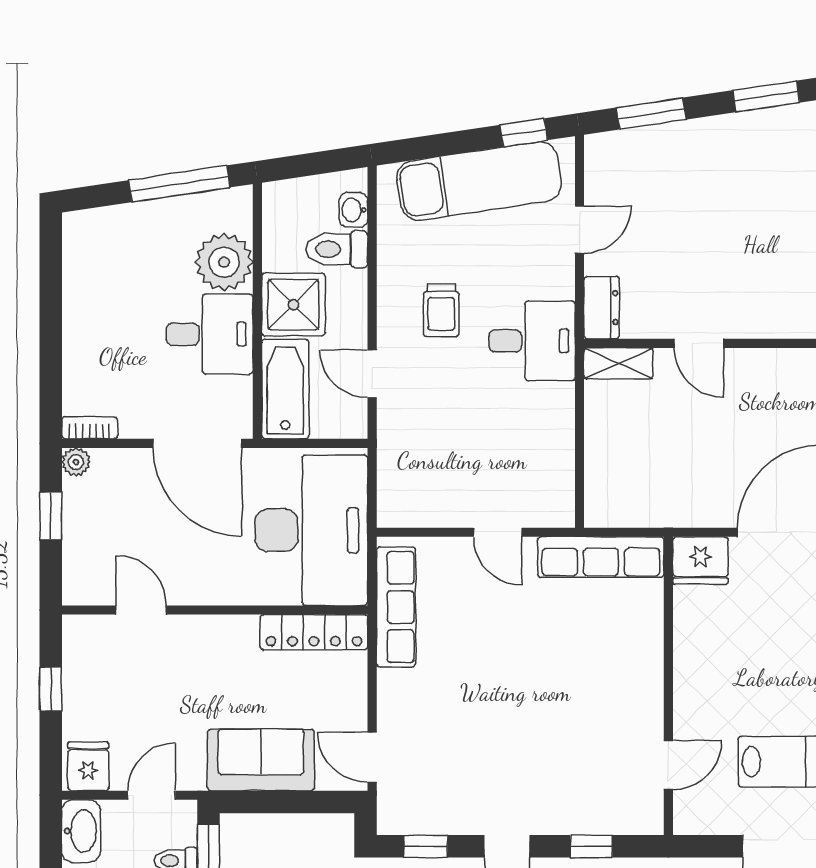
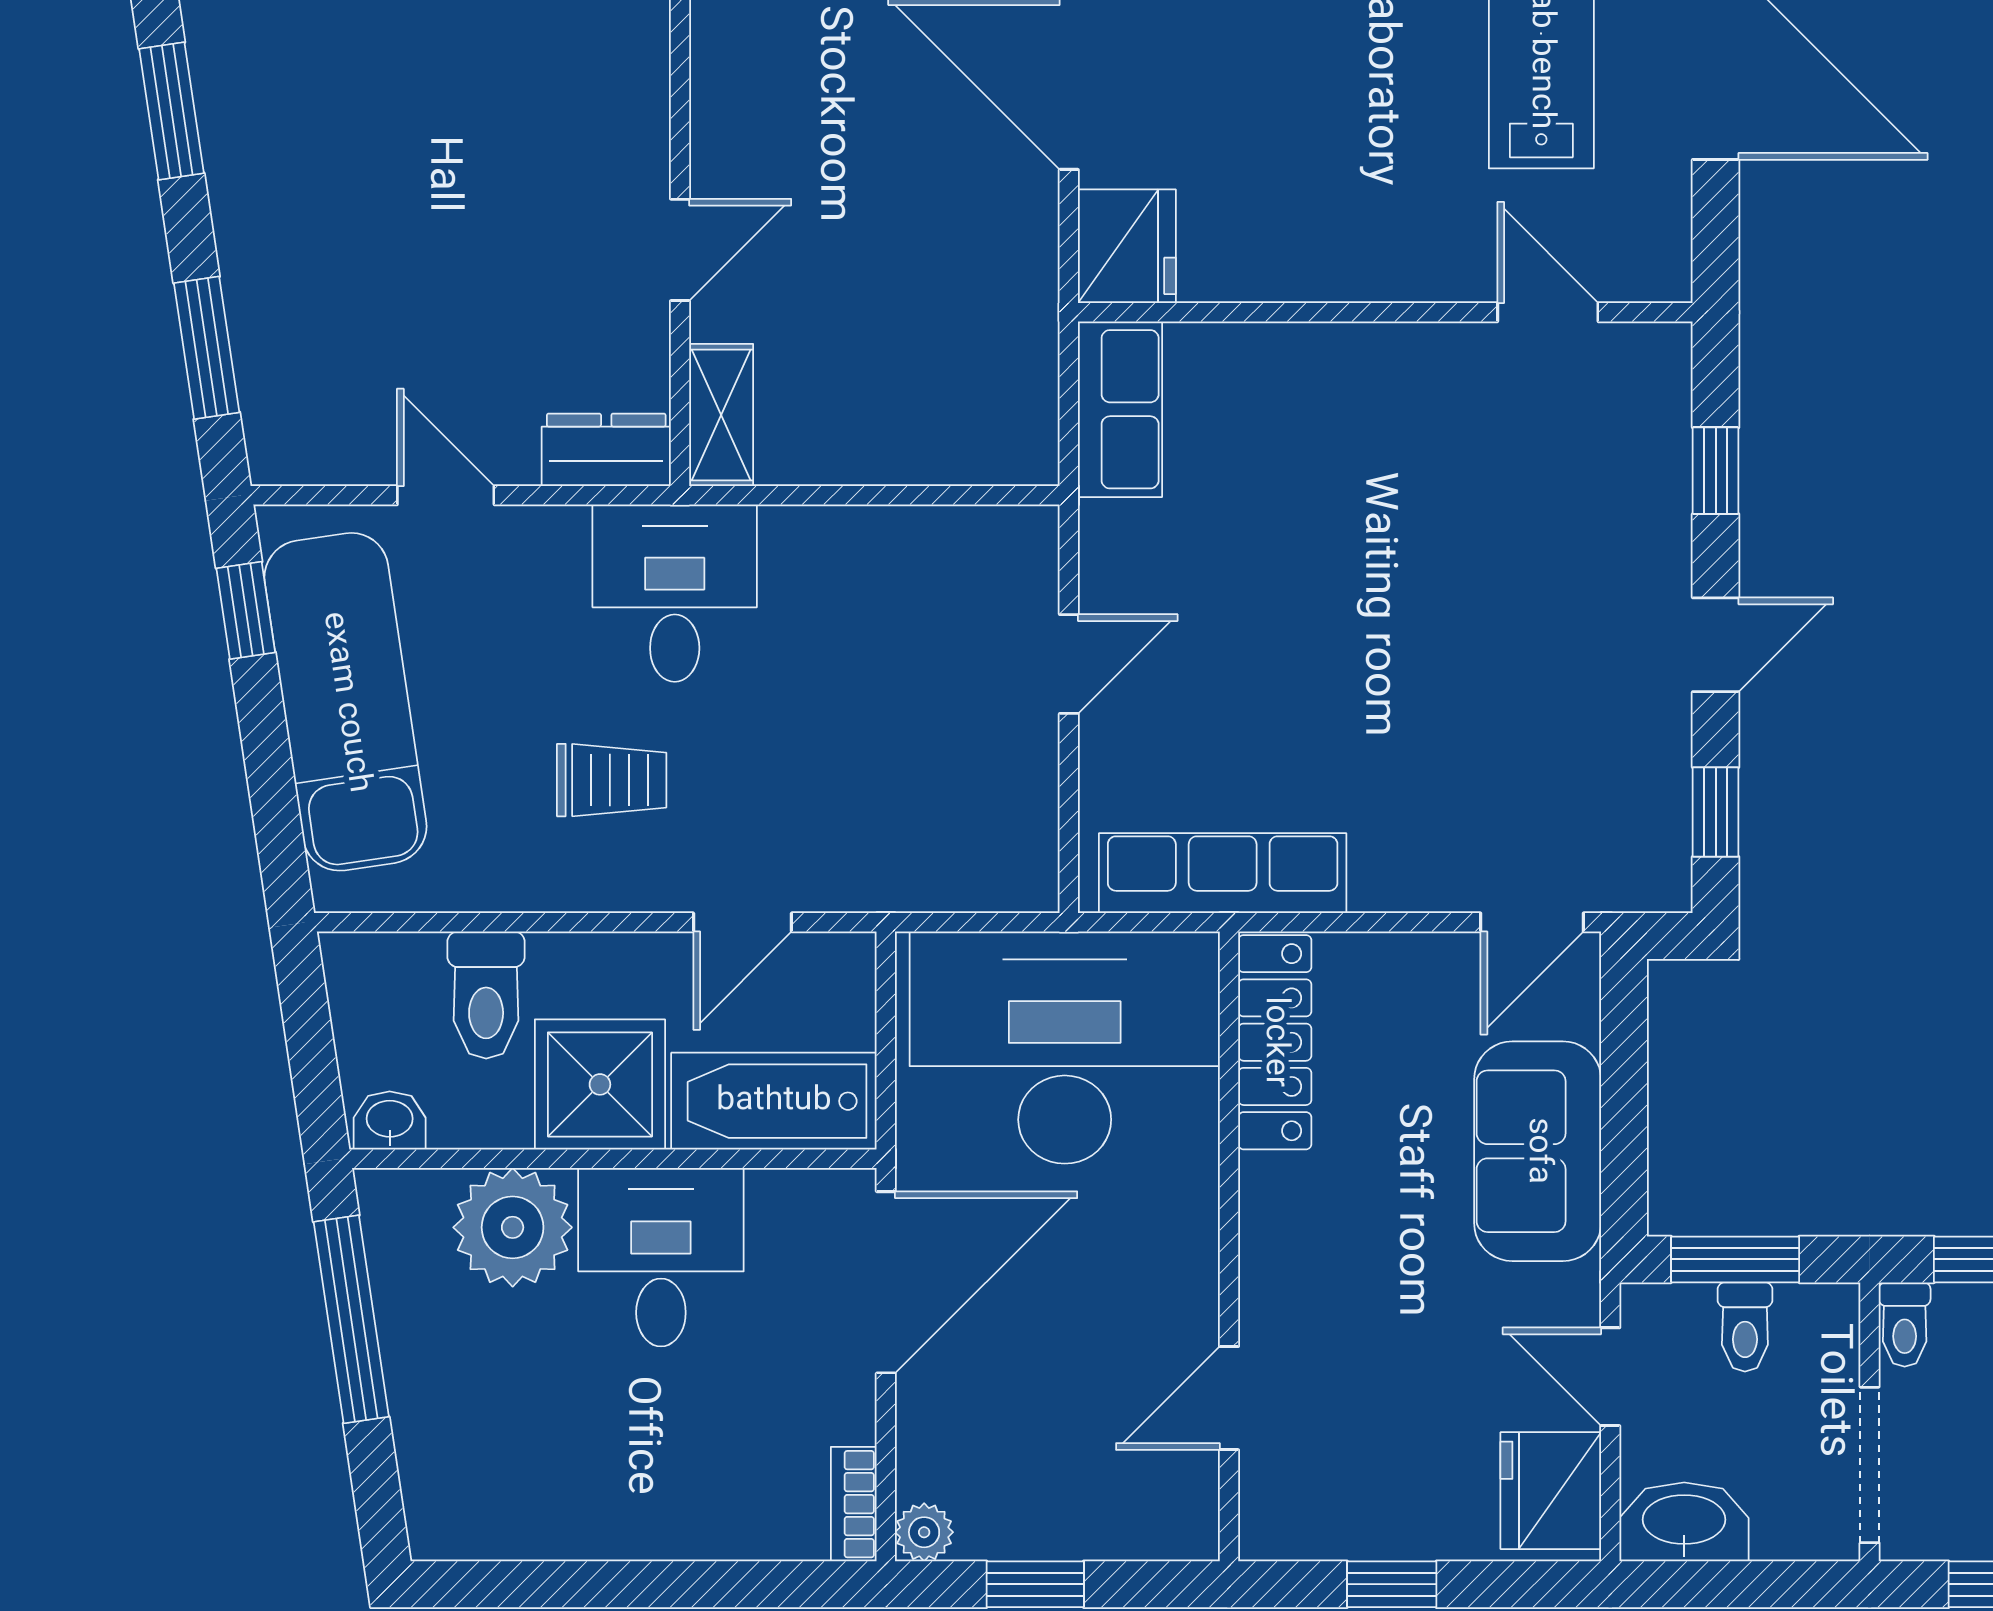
washbasin: (354, 210) -> (390, 1120), moved, turned 180
row of seats: (601, 557) -> (1120, 409), width x0.68
fridge: (88, 766) -> (1551, 1491), width x1.38

